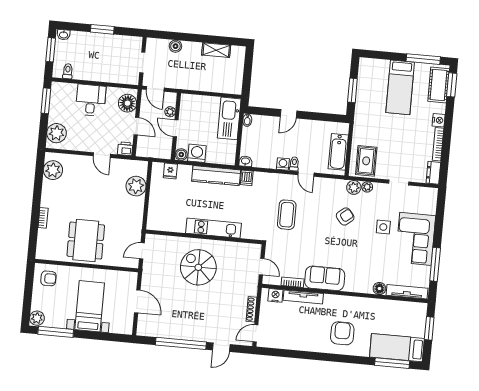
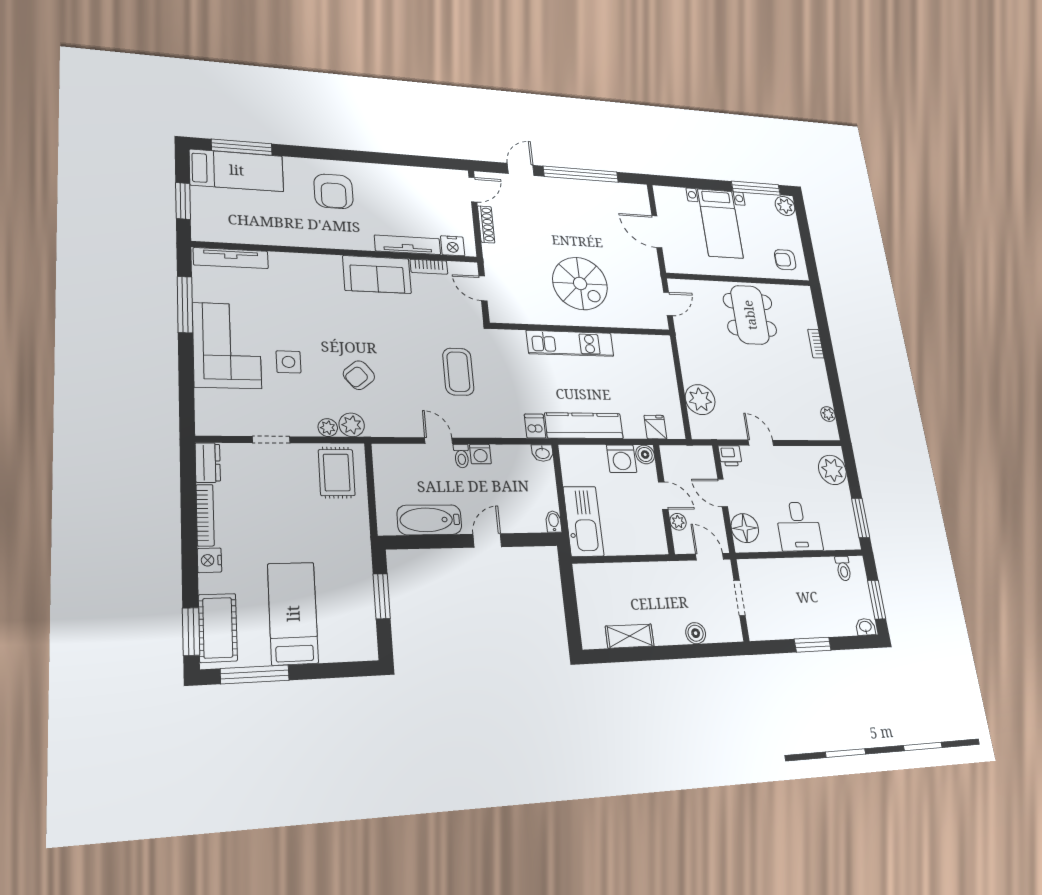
bathtub: (338, 152) -> (429, 520), moved, turned -90
plant: (53, 170) -> (828, 414), width x0.53, depth x0.53
floor lamp: (379, 289) -> (281, 262), removed

